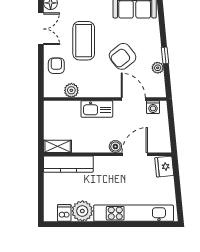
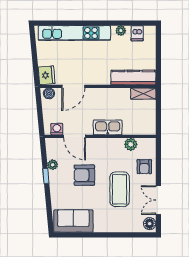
armchair: (123, 56) -> (84, 175), turned -142
boiler: (115, 146) -> (49, 93), moved
plant: (82, 211) -> (121, 31), width x0.53, depth x0.53

